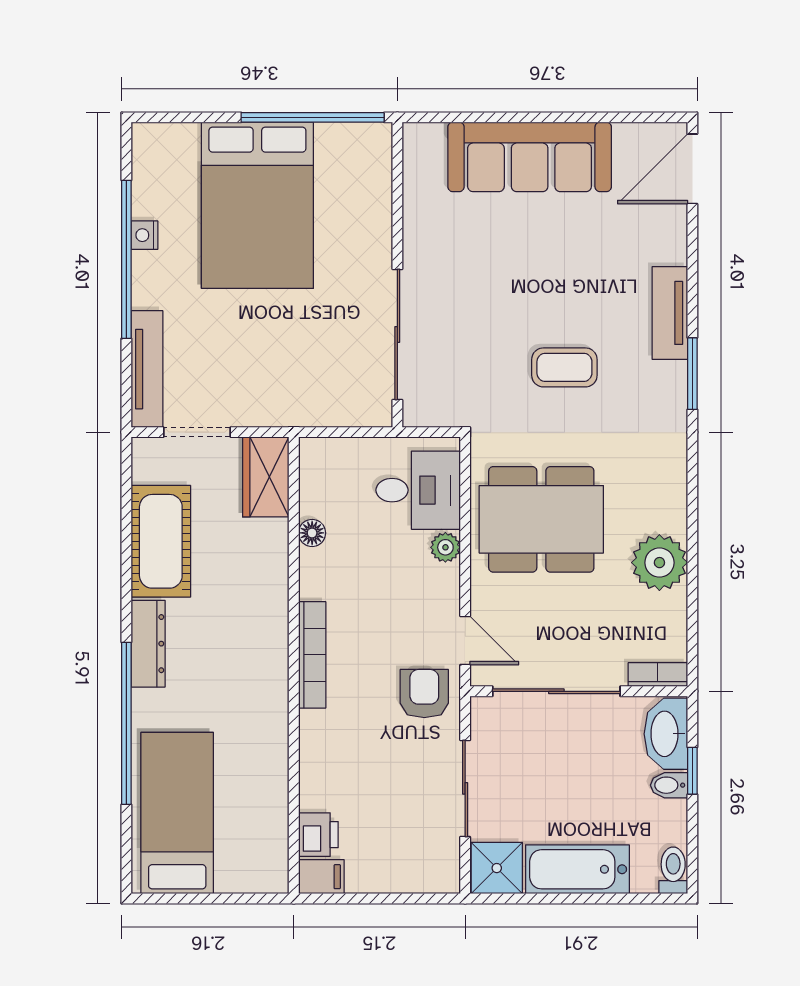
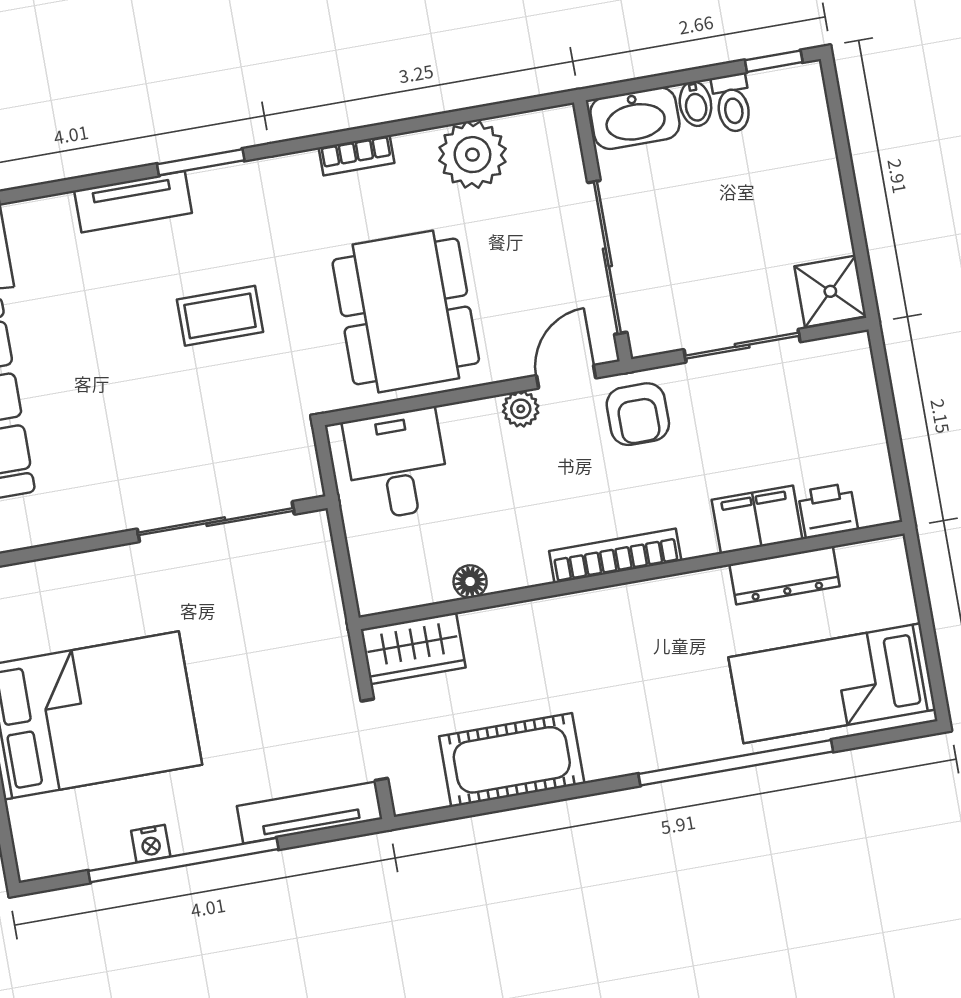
coffee table: (564, 367) -> (220, 316), turned 90
plant: (445, 547) -> (521, 409), moved
plant: (659, 563) -> (472, 155), moved
dresser: (148, 644) -> (785, 575), moved, turned 180
bookcase: (658, 675) -> (356, 155), moved, turned -90
armchair: (424, 694) -> (638, 414), turned -90
window: (692, 771) -> (774, 61), moved
bathtub: (577, 869) -> (815, 195), removed
toilet: (673, 870) -> (732, 103), moved, turned -90
filing cabinet: (321, 877) -> (757, 520), moved, width x2.00

